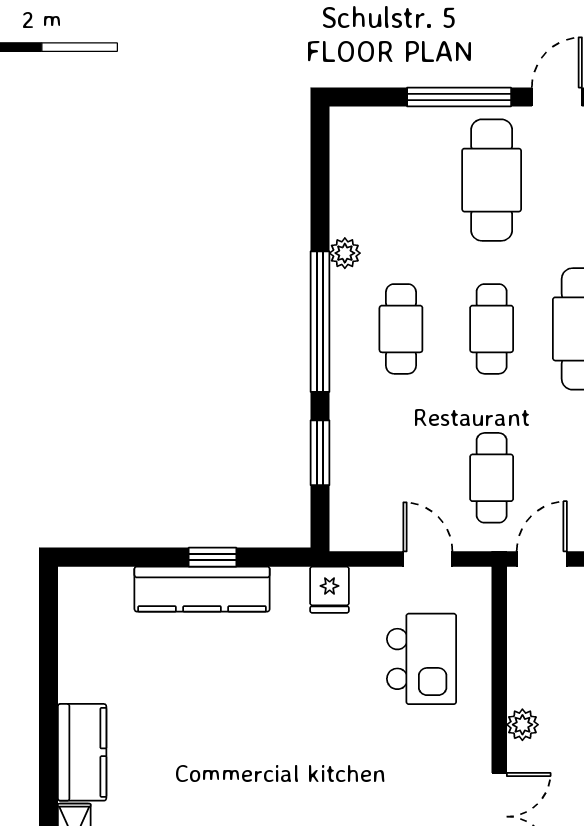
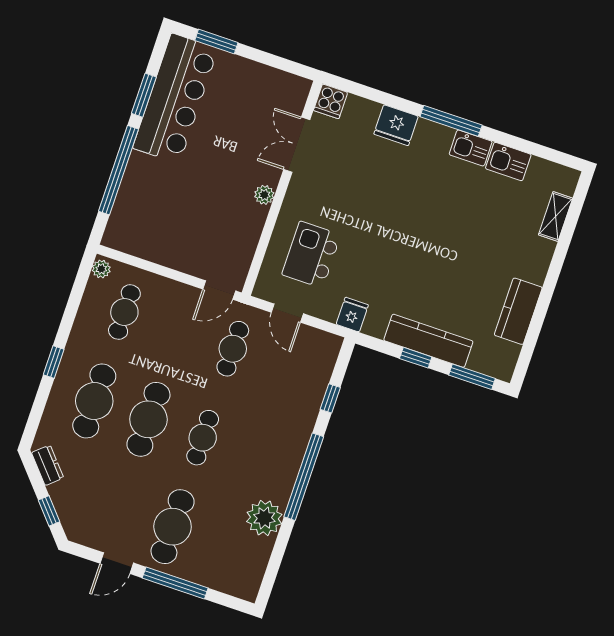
plant: (345, 253) -> (264, 518), width x1.87, depth x1.87
cafe table: (401, 329) -> (257, 456), removed
window: (320, 453) -> (330, 398), width x0.67
window: (118, 557) -> (472, 377), added
kitchen counter: (82, 752) -> (518, 311), moved

